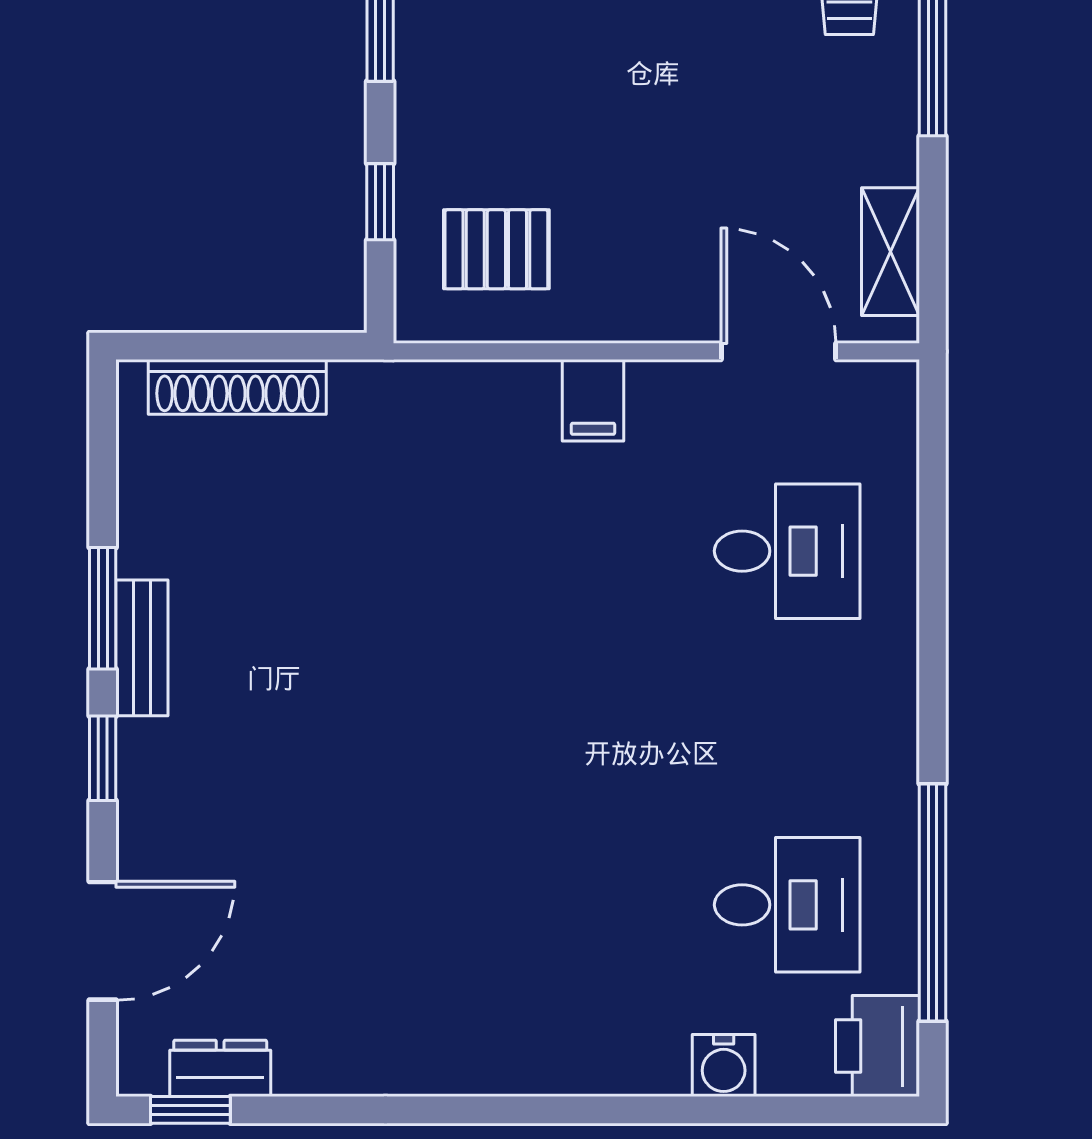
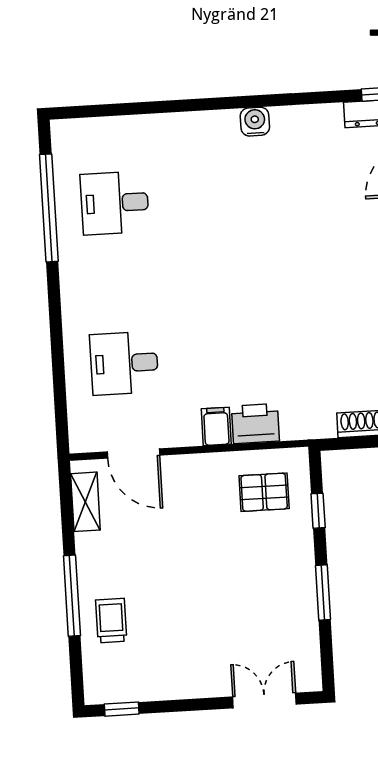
printer: (877, 1046) -> (255, 424), moved, turned -90
water cooler: (724, 1065) -> (255, 122), moved

